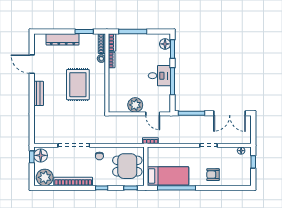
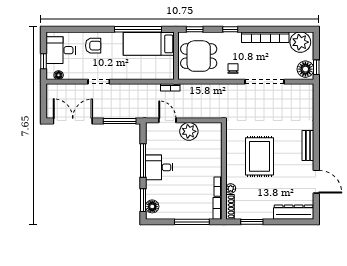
dresser: (63, 39) -> (294, 212), moved
desk: (239, 171) -> (61, 50), added

